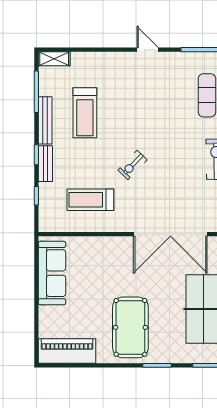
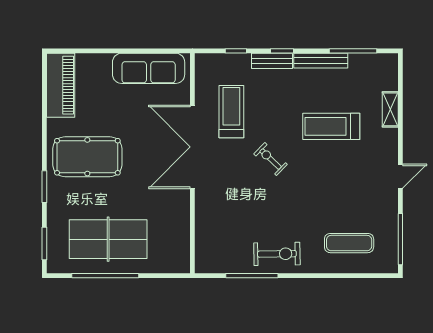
shelving: (54, 59) -> (390, 109), moved
treadmill: (85, 113) -> (331, 126), moved
double door: (170, 234) -> (192, 147), moved

